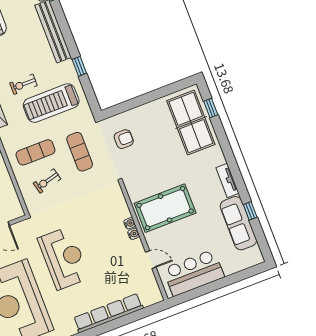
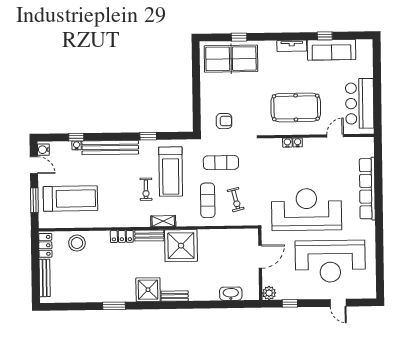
window: (211, 108) -> (239, 37), moved
armchair: (124, 139) -> (224, 121), turned 90
pool table: (165, 208) -> (296, 107), turned 90
water cooler: (134, 234) -> (287, 143), moved
reception desk: (64, 258) -> (307, 210), width x1.36, depth x1.30

